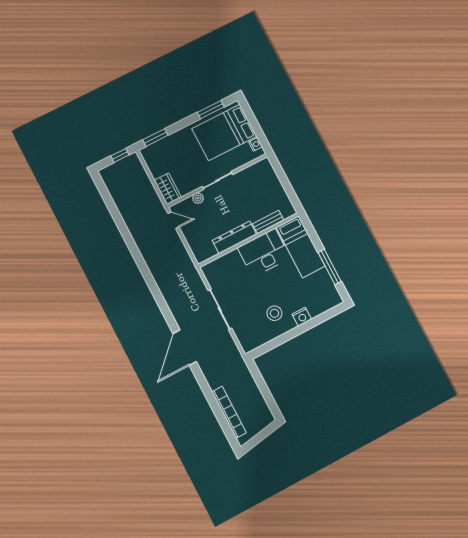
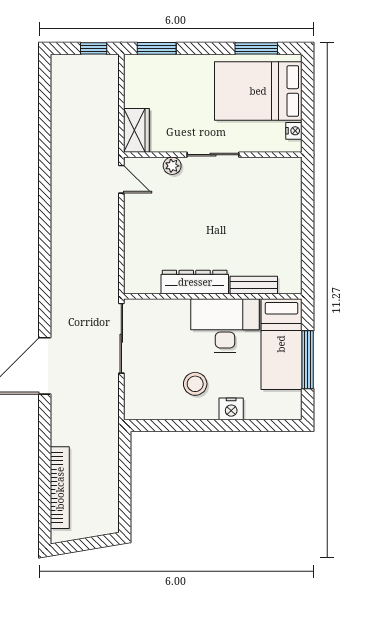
bench: (268, 222) -> (254, 285), moved
dresser: (234, 237) -> (195, 282), moved
wall: (249, 240) -> (213, 296), moved
bed: (301, 247) -> (281, 344), moved
desk: (264, 253) -> (225, 326), moved

